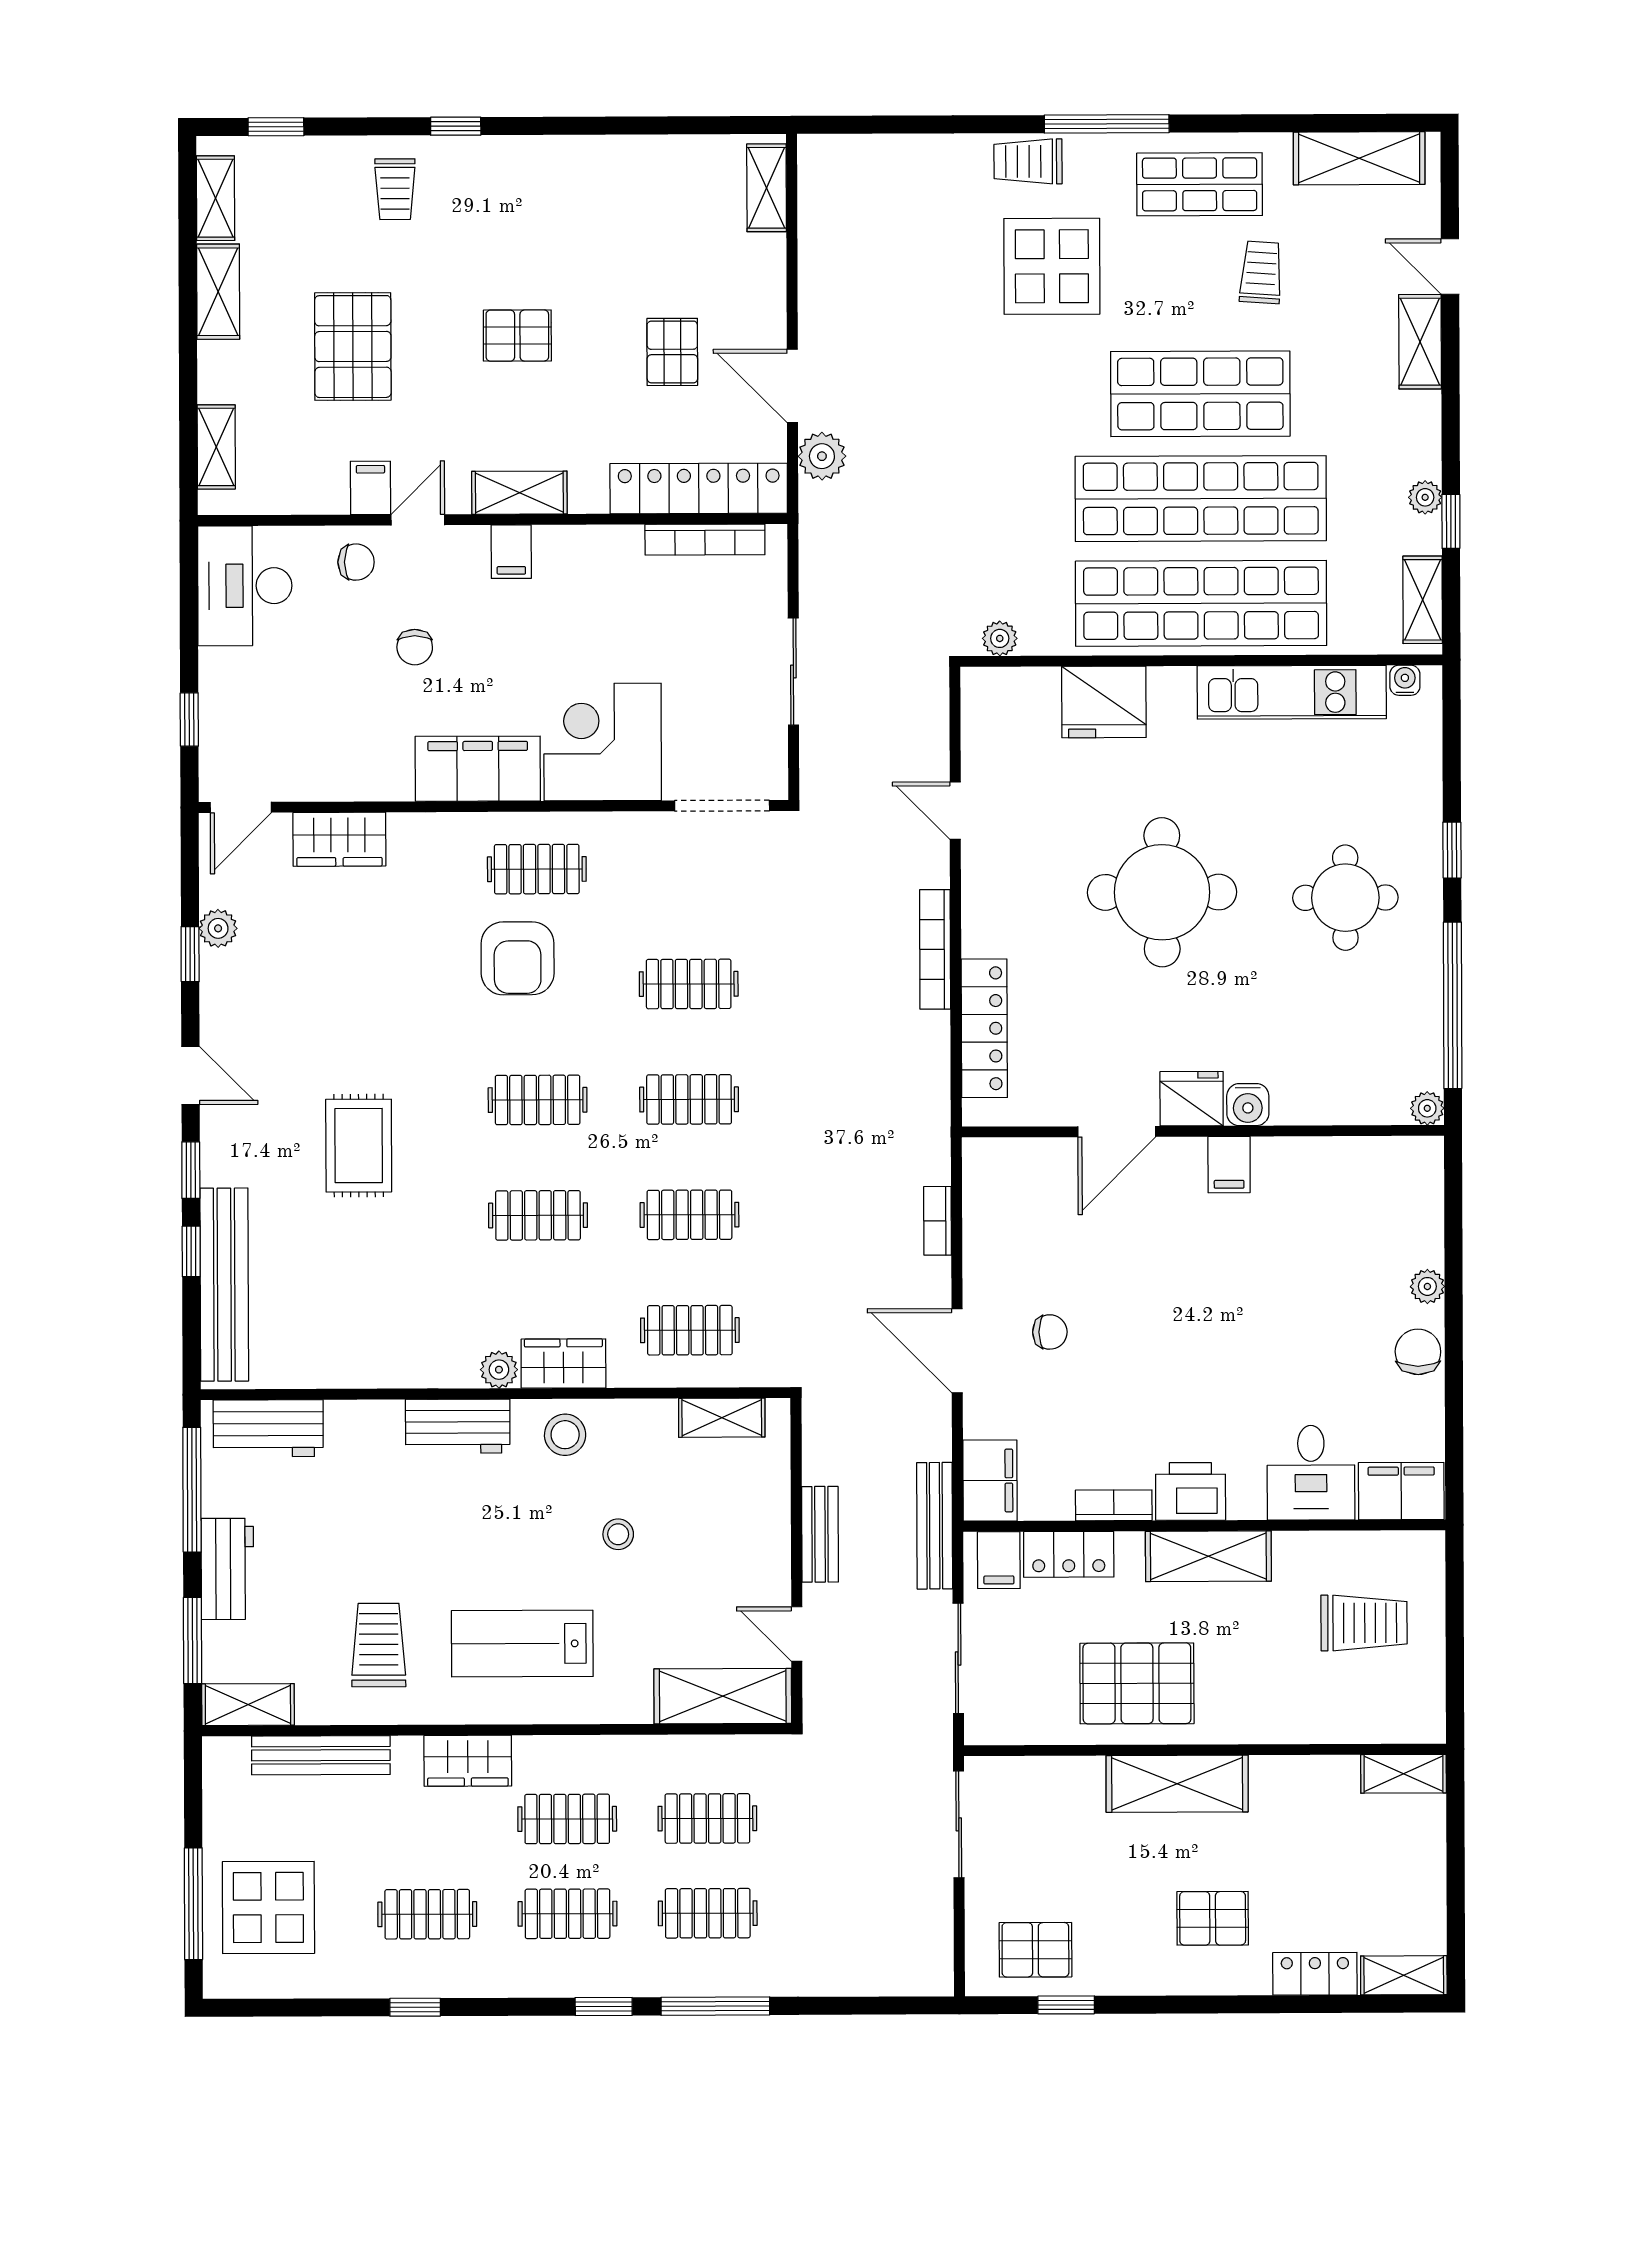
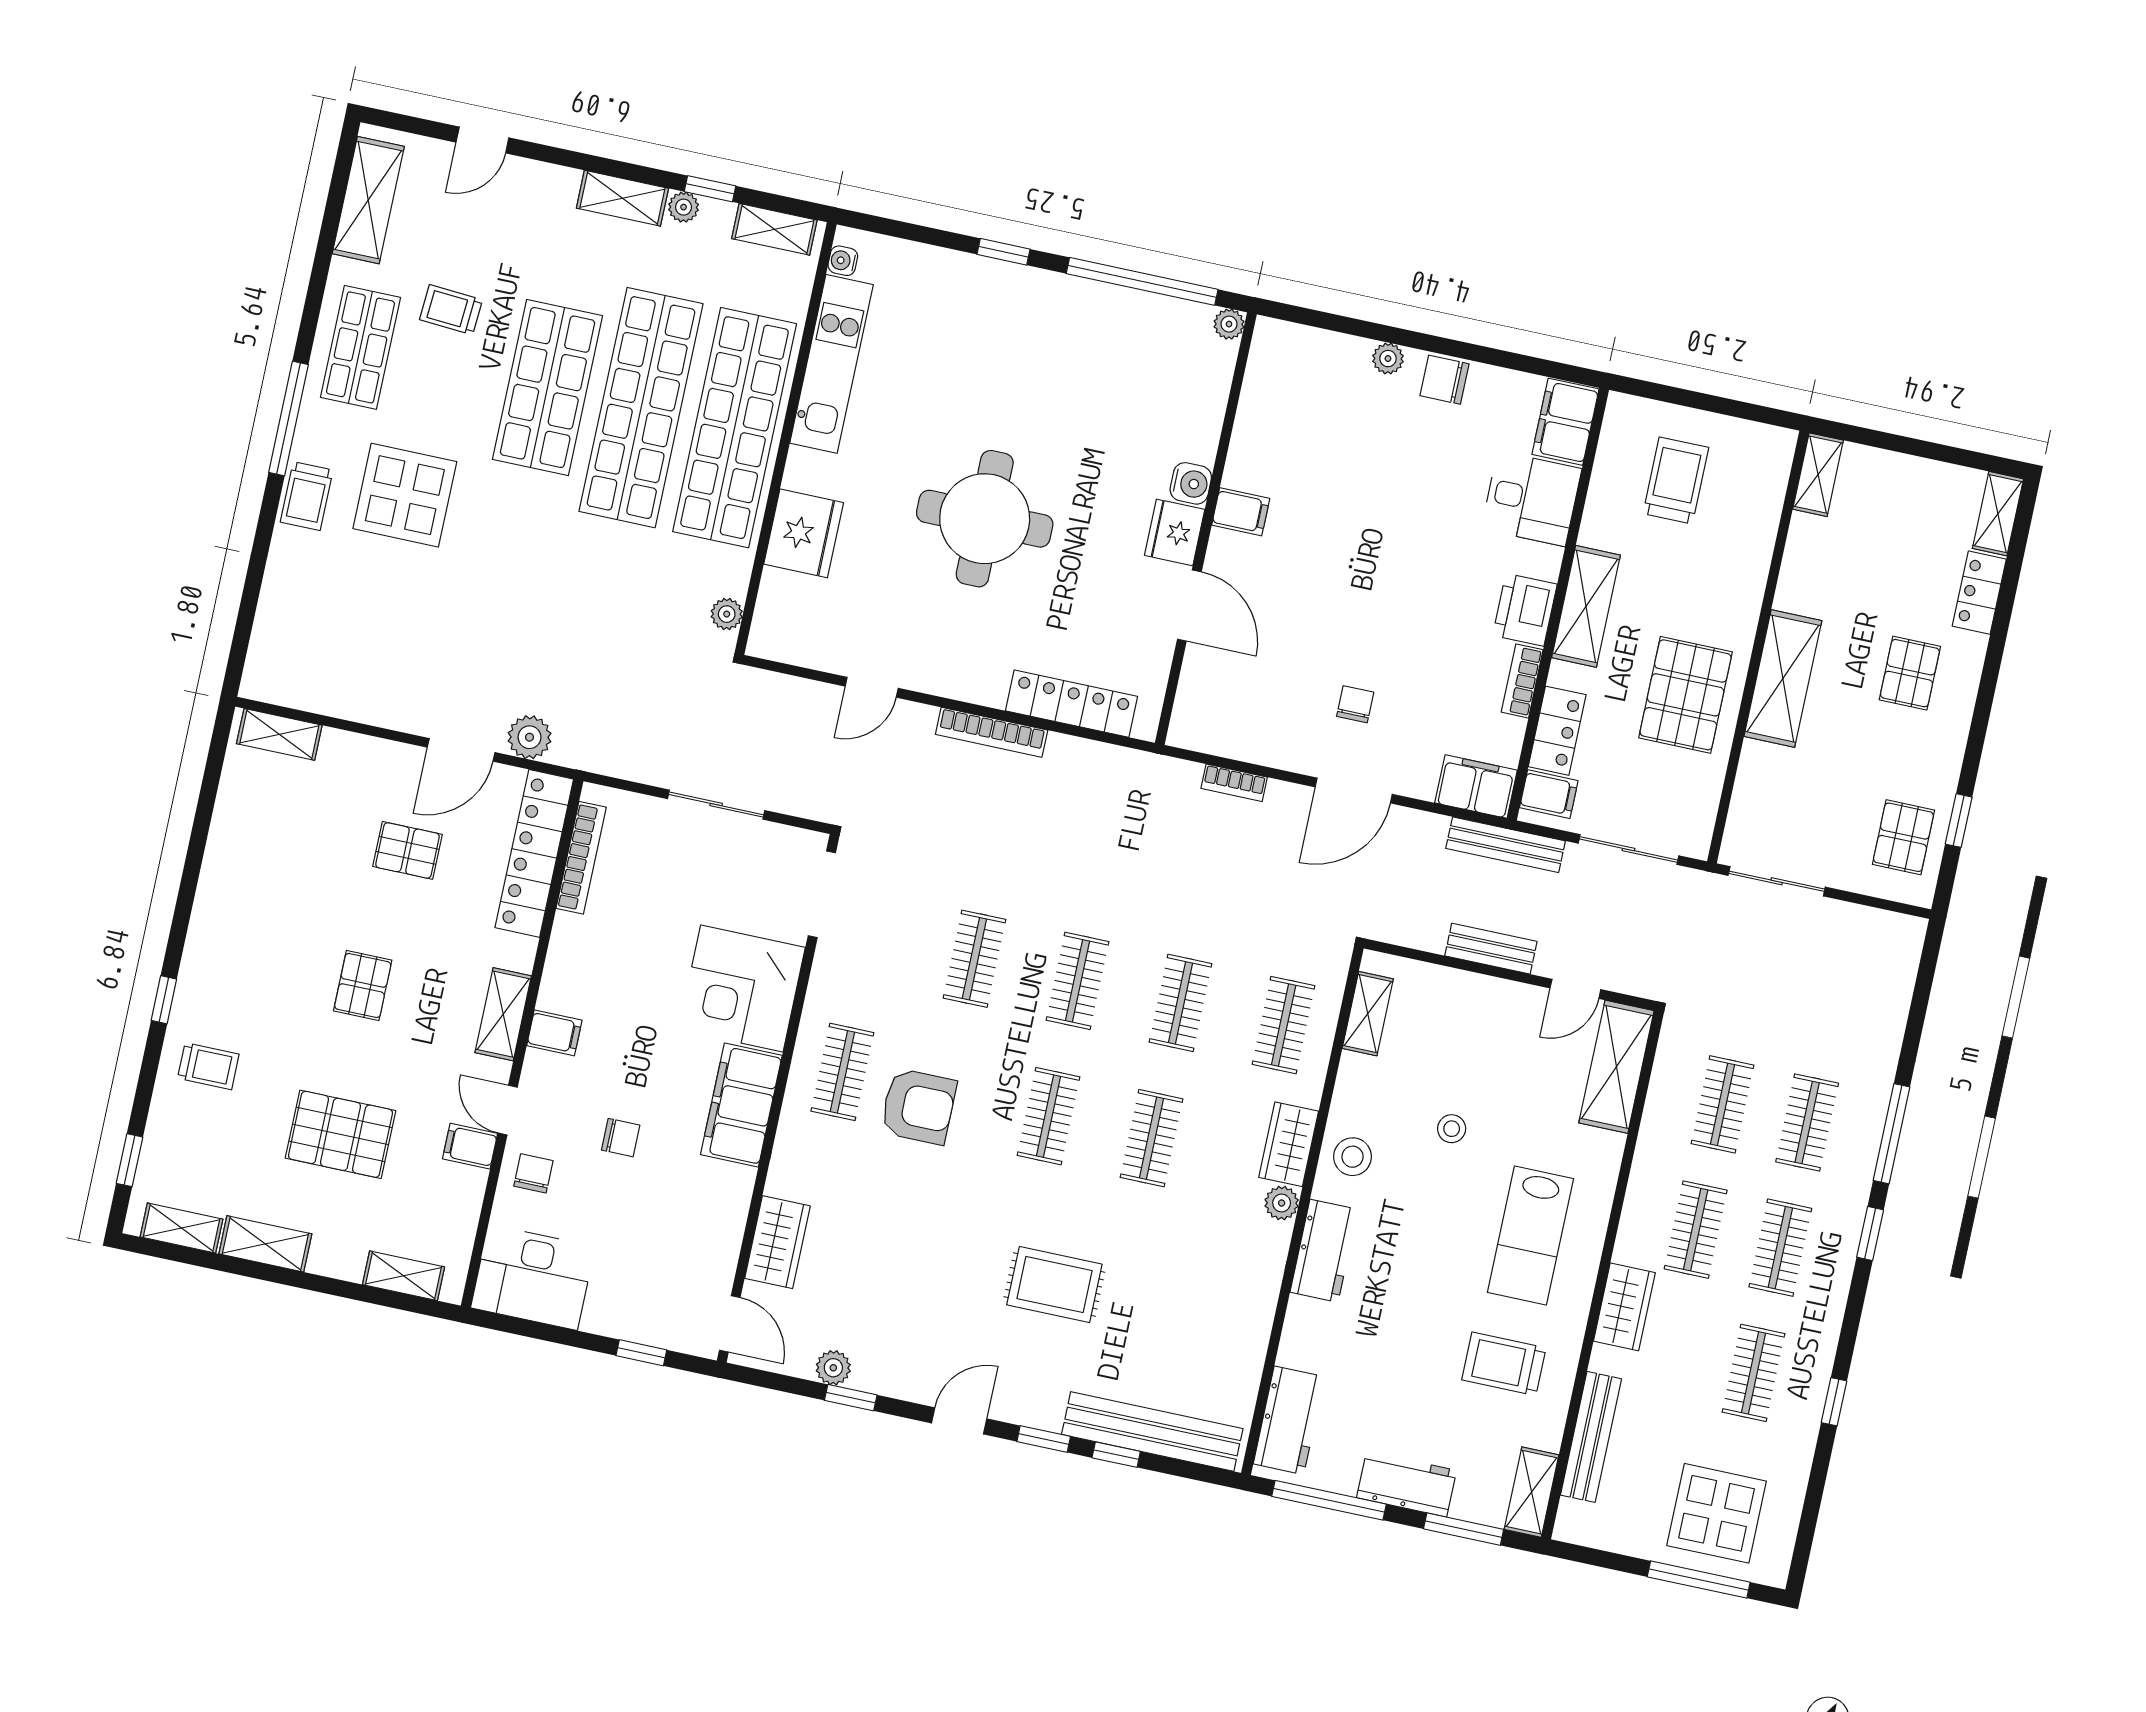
shelving: (1420, 342) -> (622, 198), moved
round table: (1345, 898) -> (1025, 356), removed

